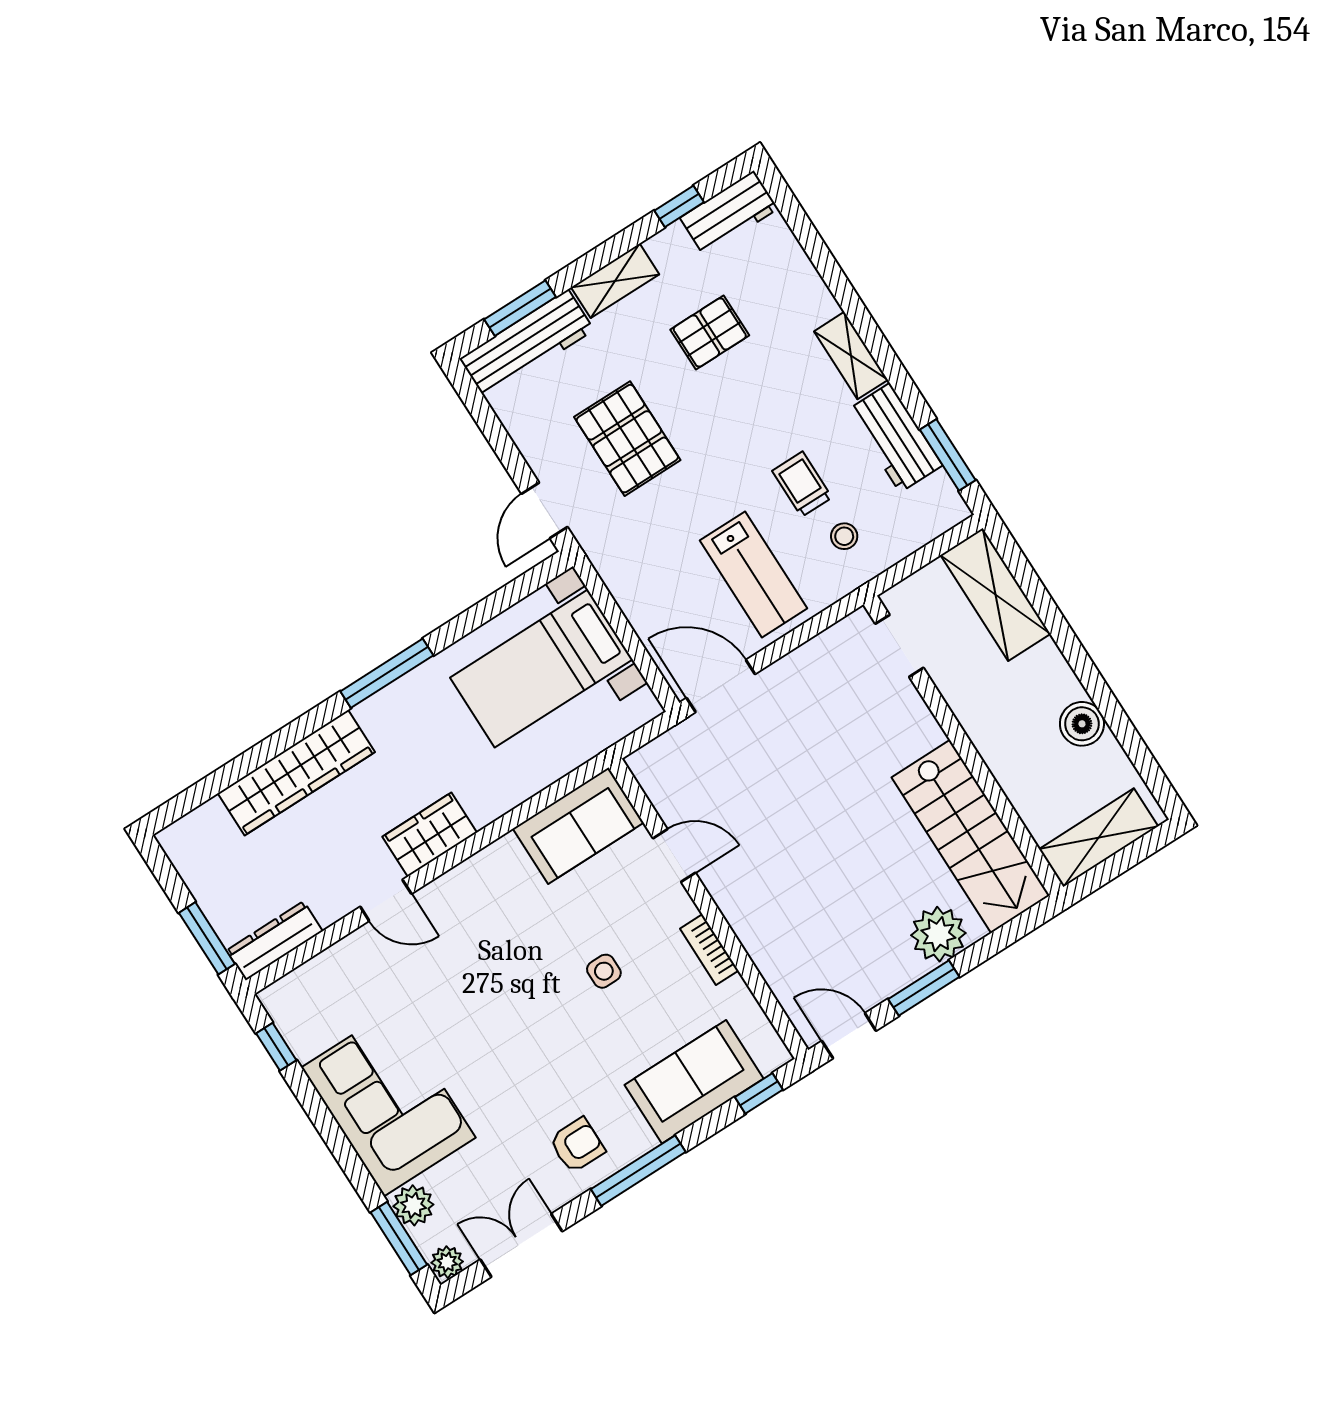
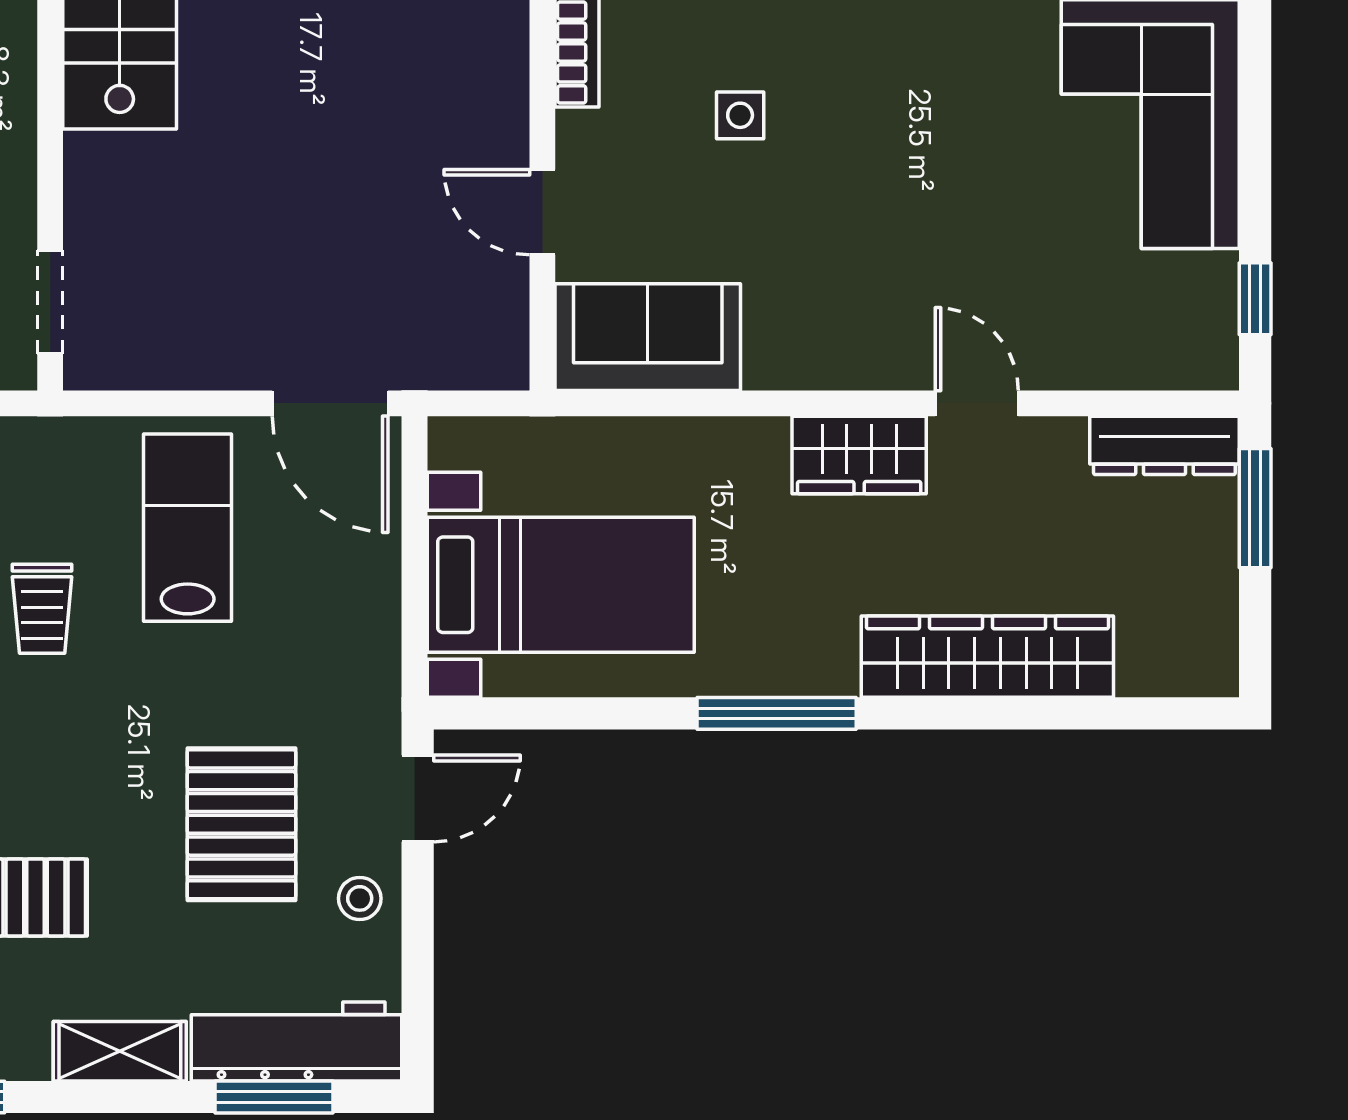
stool: (844, 536) -> (360, 898), moved

